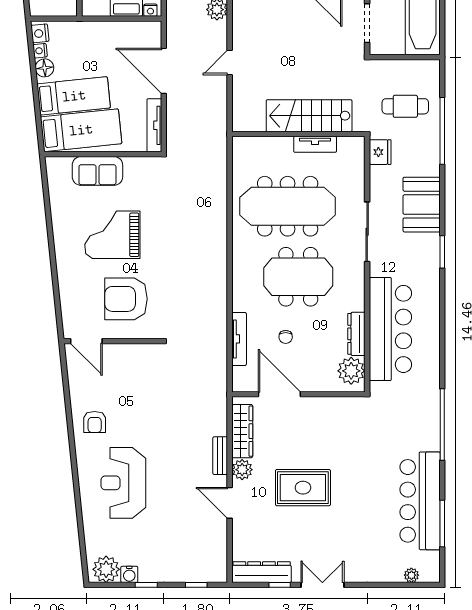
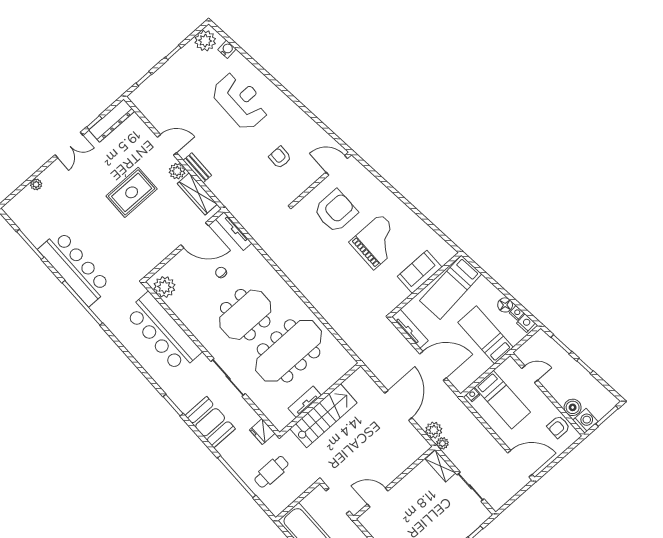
door: (230, 63) -> (398, 405), width x1.87
bed: (74, 96) -> (486, 335), moved, turned 96
dresser: (356, 334) -> (181, 311), removed
tv unit: (239, 339) -> (234, 231), moved
armchair: (95, 422) -> (280, 157), moved
bar counter: (420, 501) -> (75, 268), moved
water cooler: (129, 574) -> (227, 49), moved, turned 84
plant: (411, 575) -> (36, 184), moved

